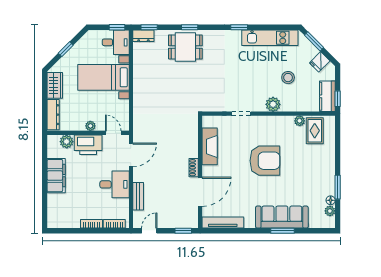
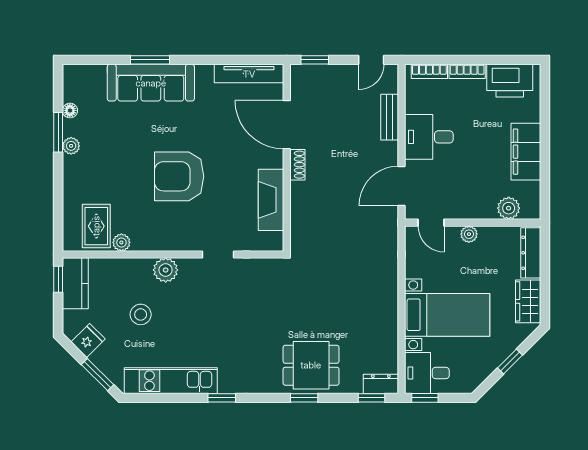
printer: (88, 145) -> (510, 81), moved, turned 180
door: (200, 192) -> (287, 125), hinge flipped
plant: (330, 211) -> (71, 146), moved

